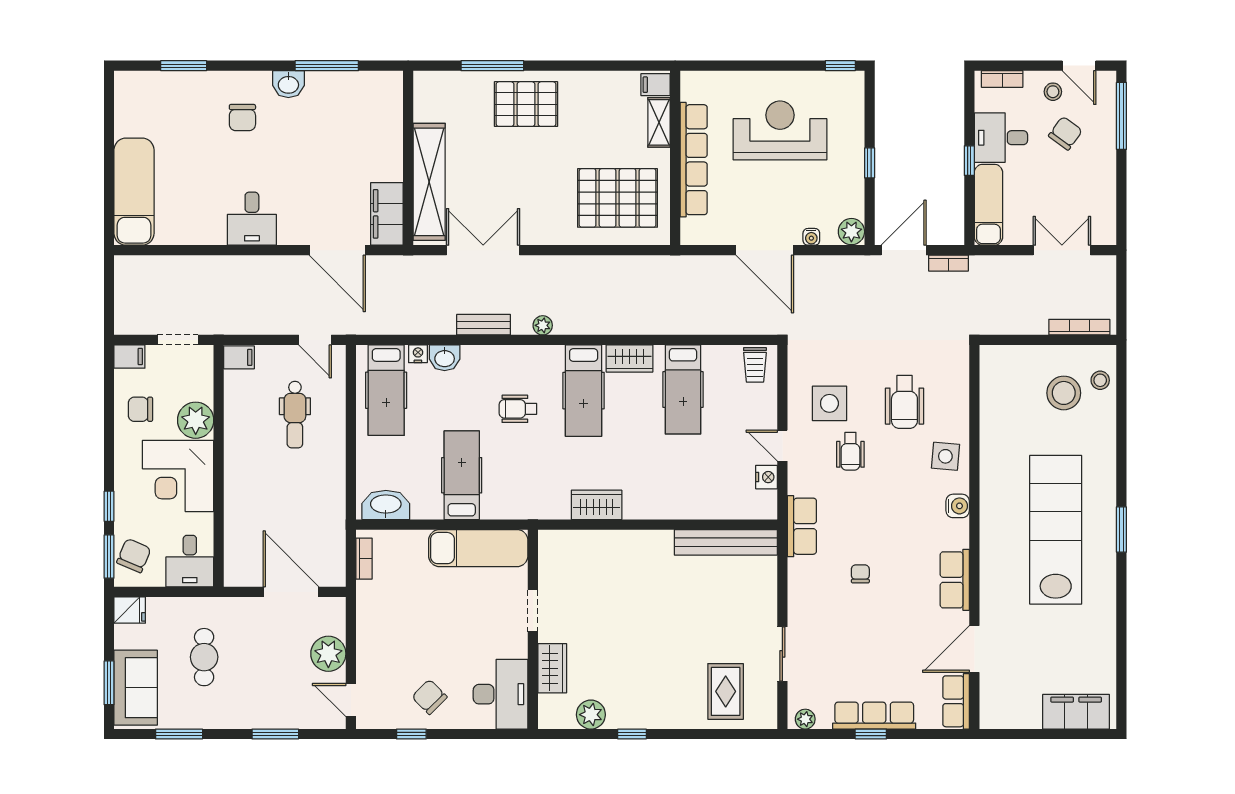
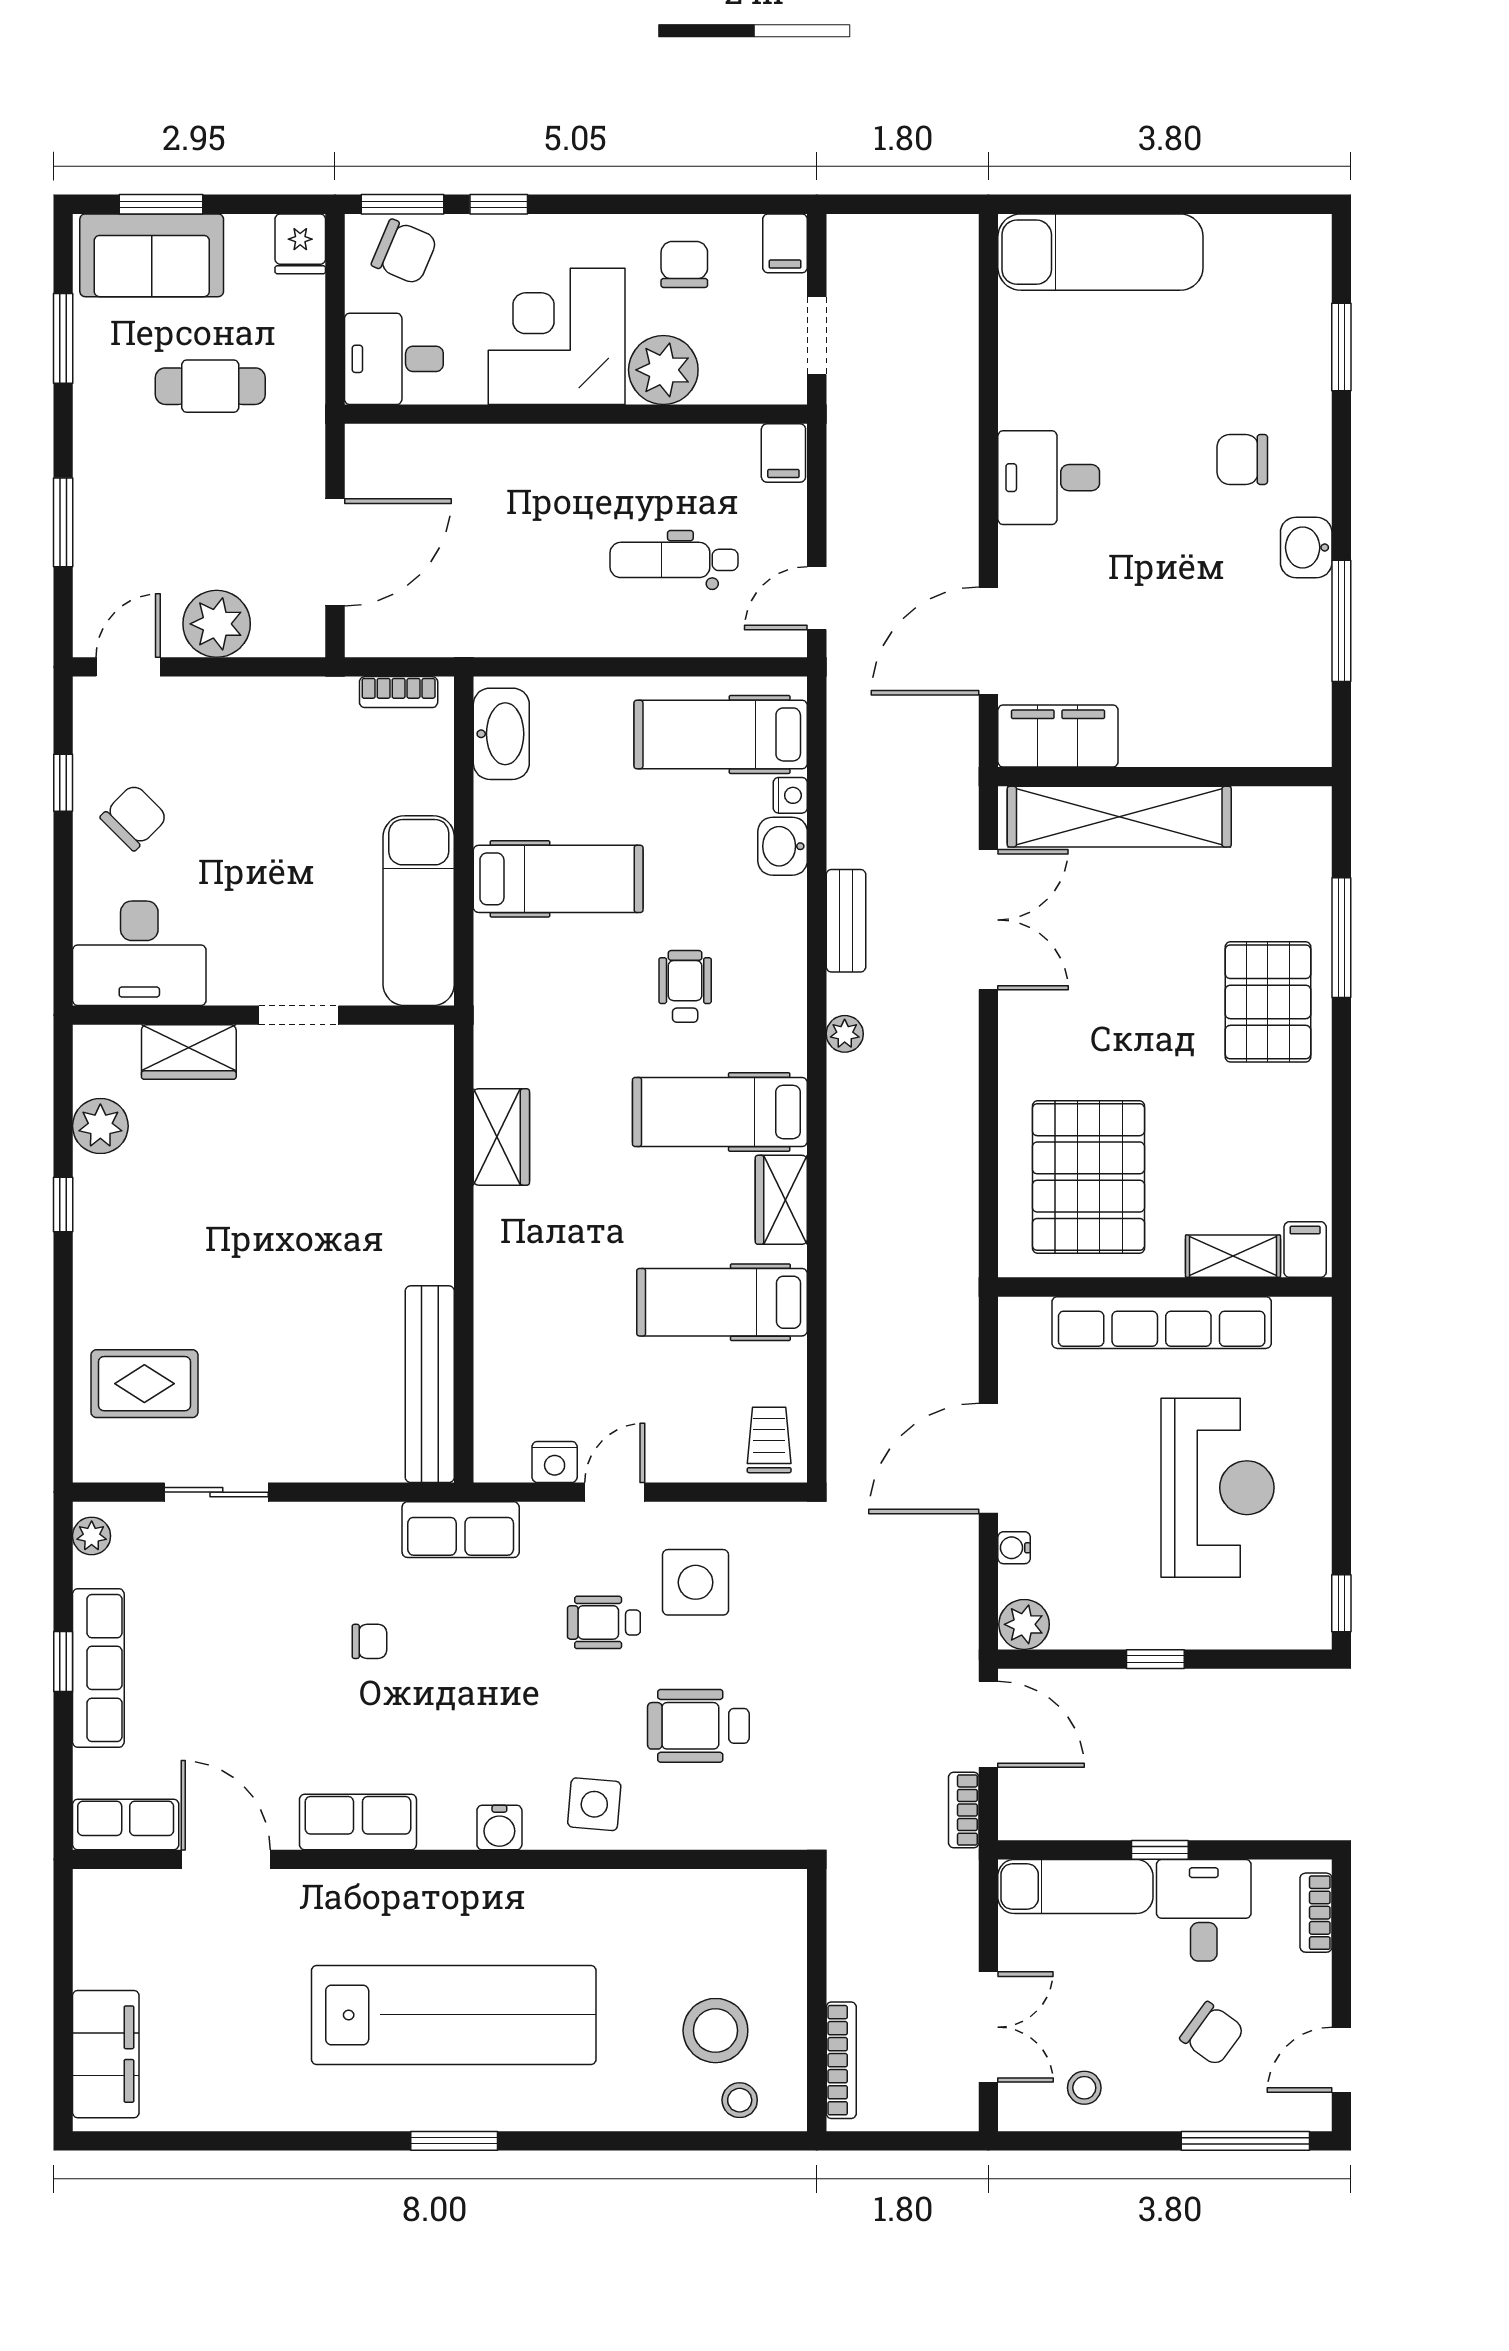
stool: (1053, 92) -> (1084, 2088), moved
trolley: (755, 365) -> (769, 1440), turned 90

